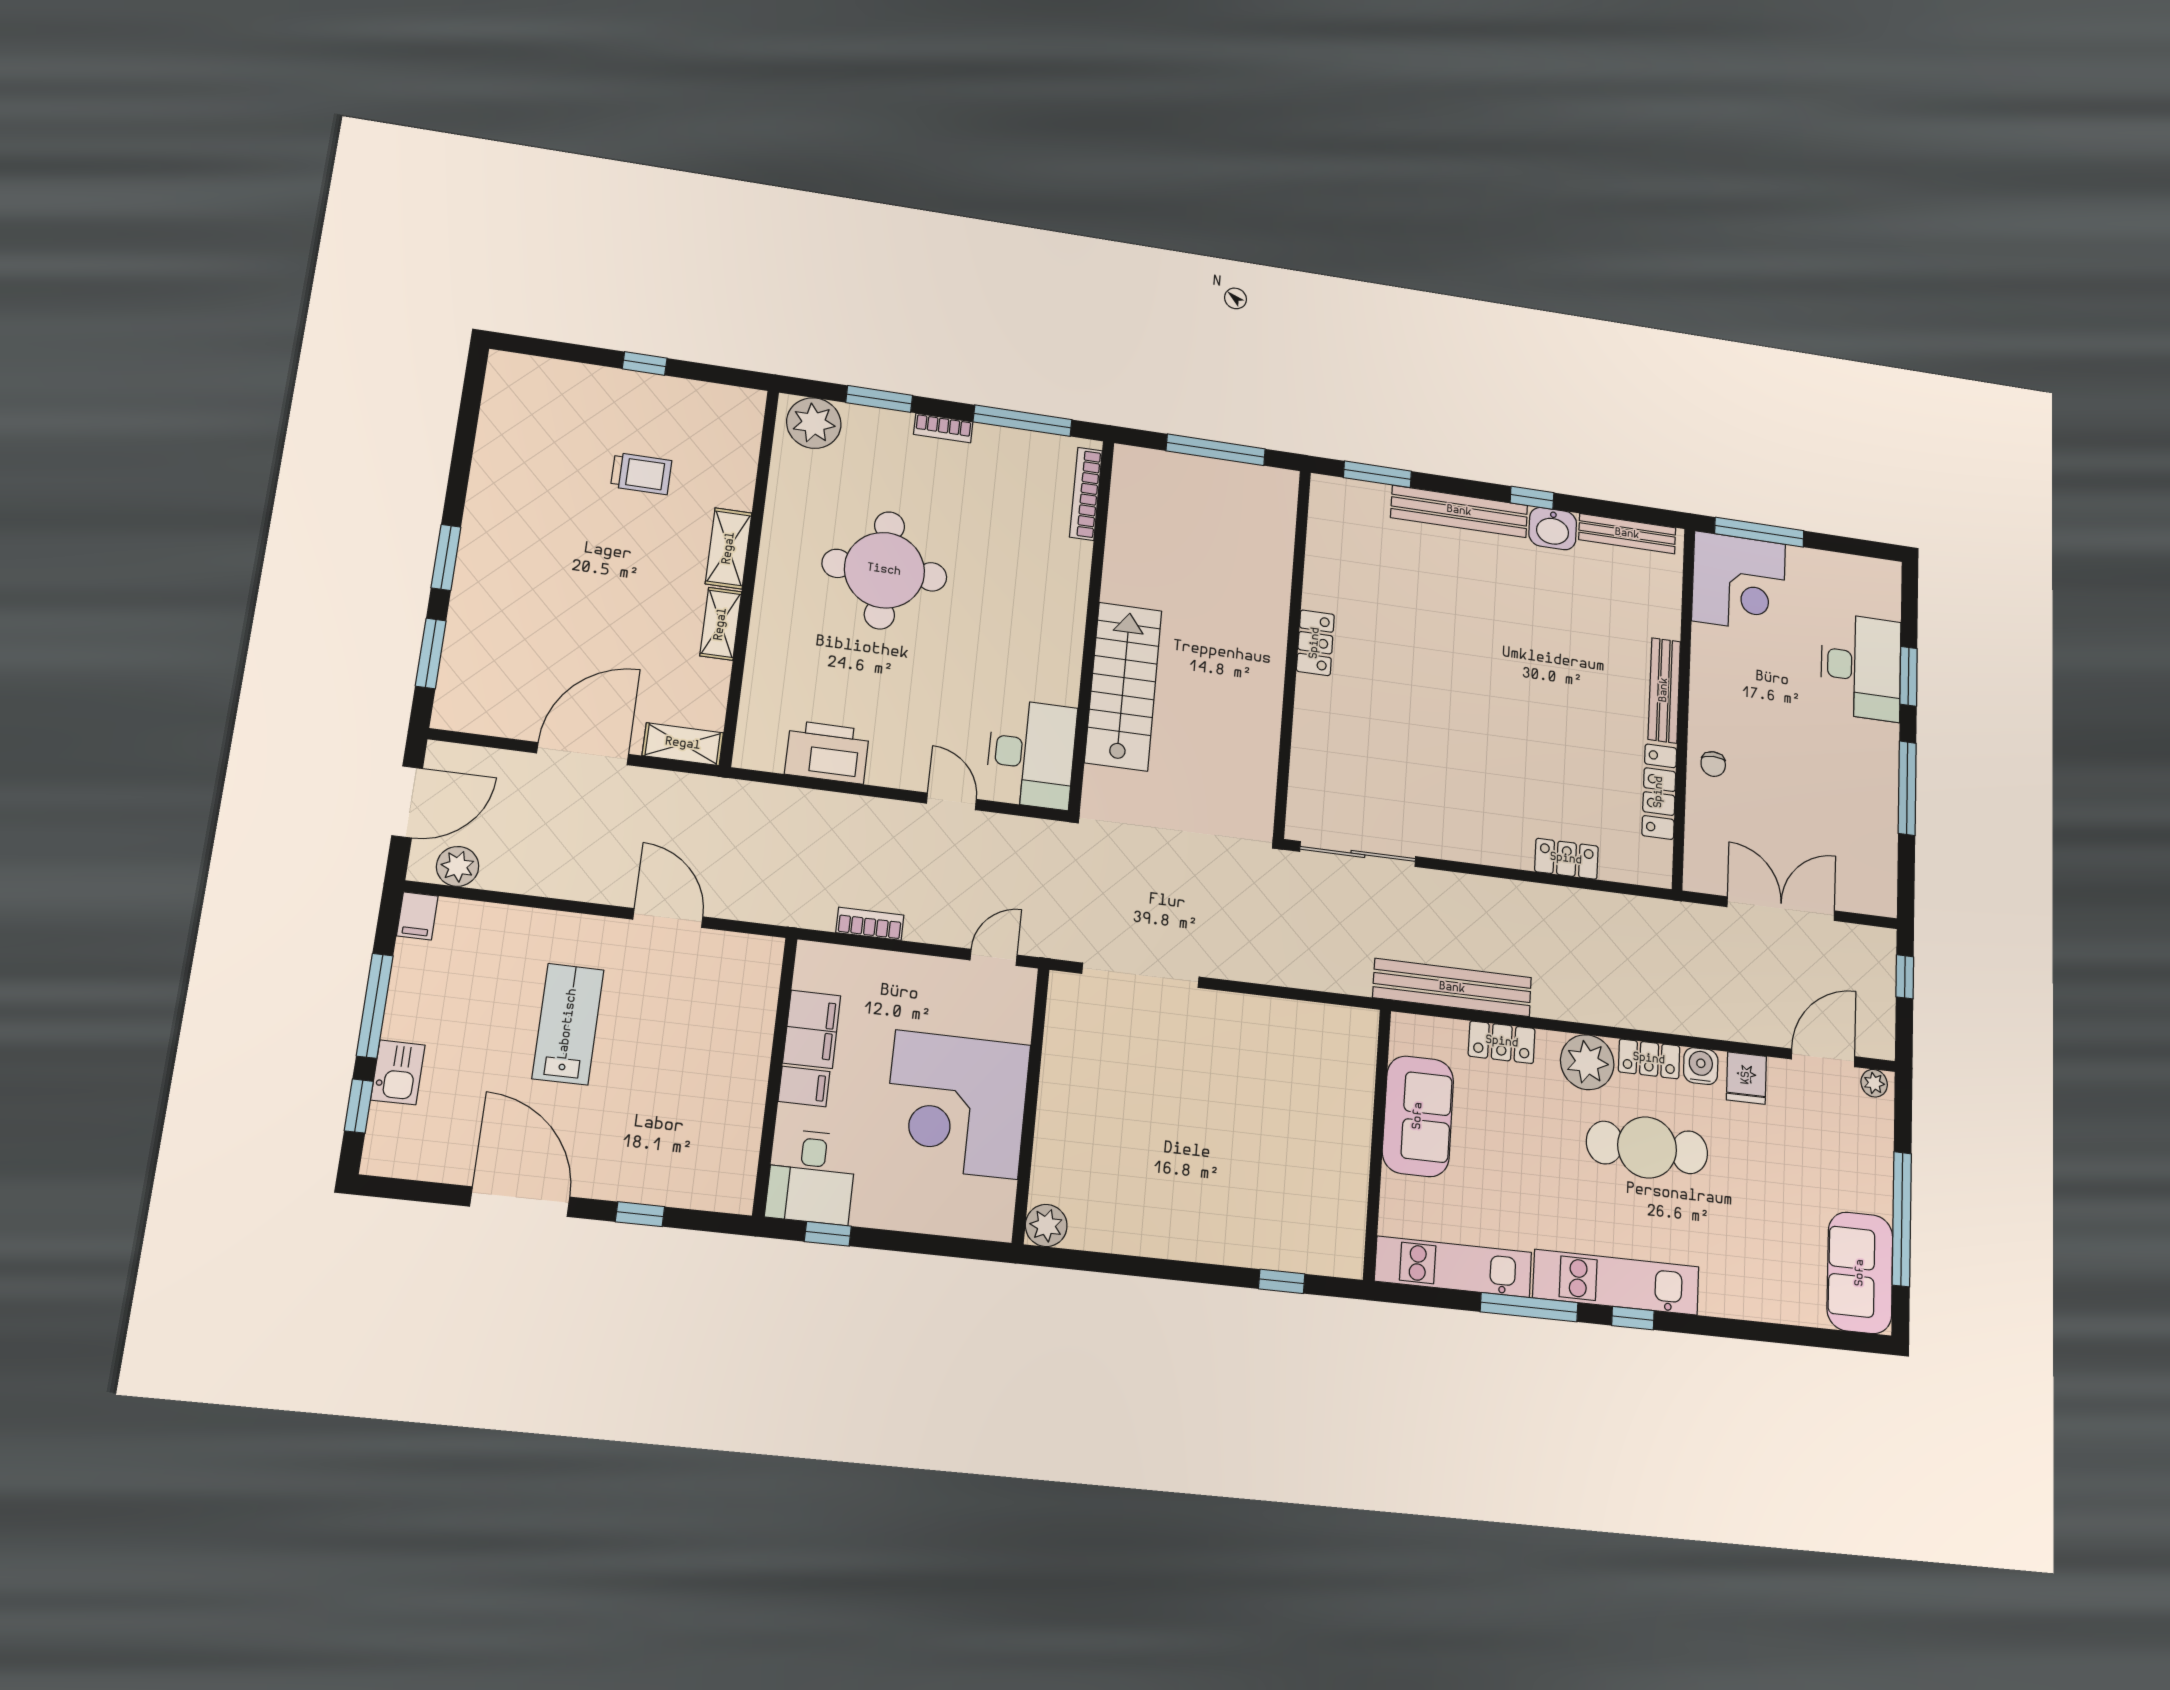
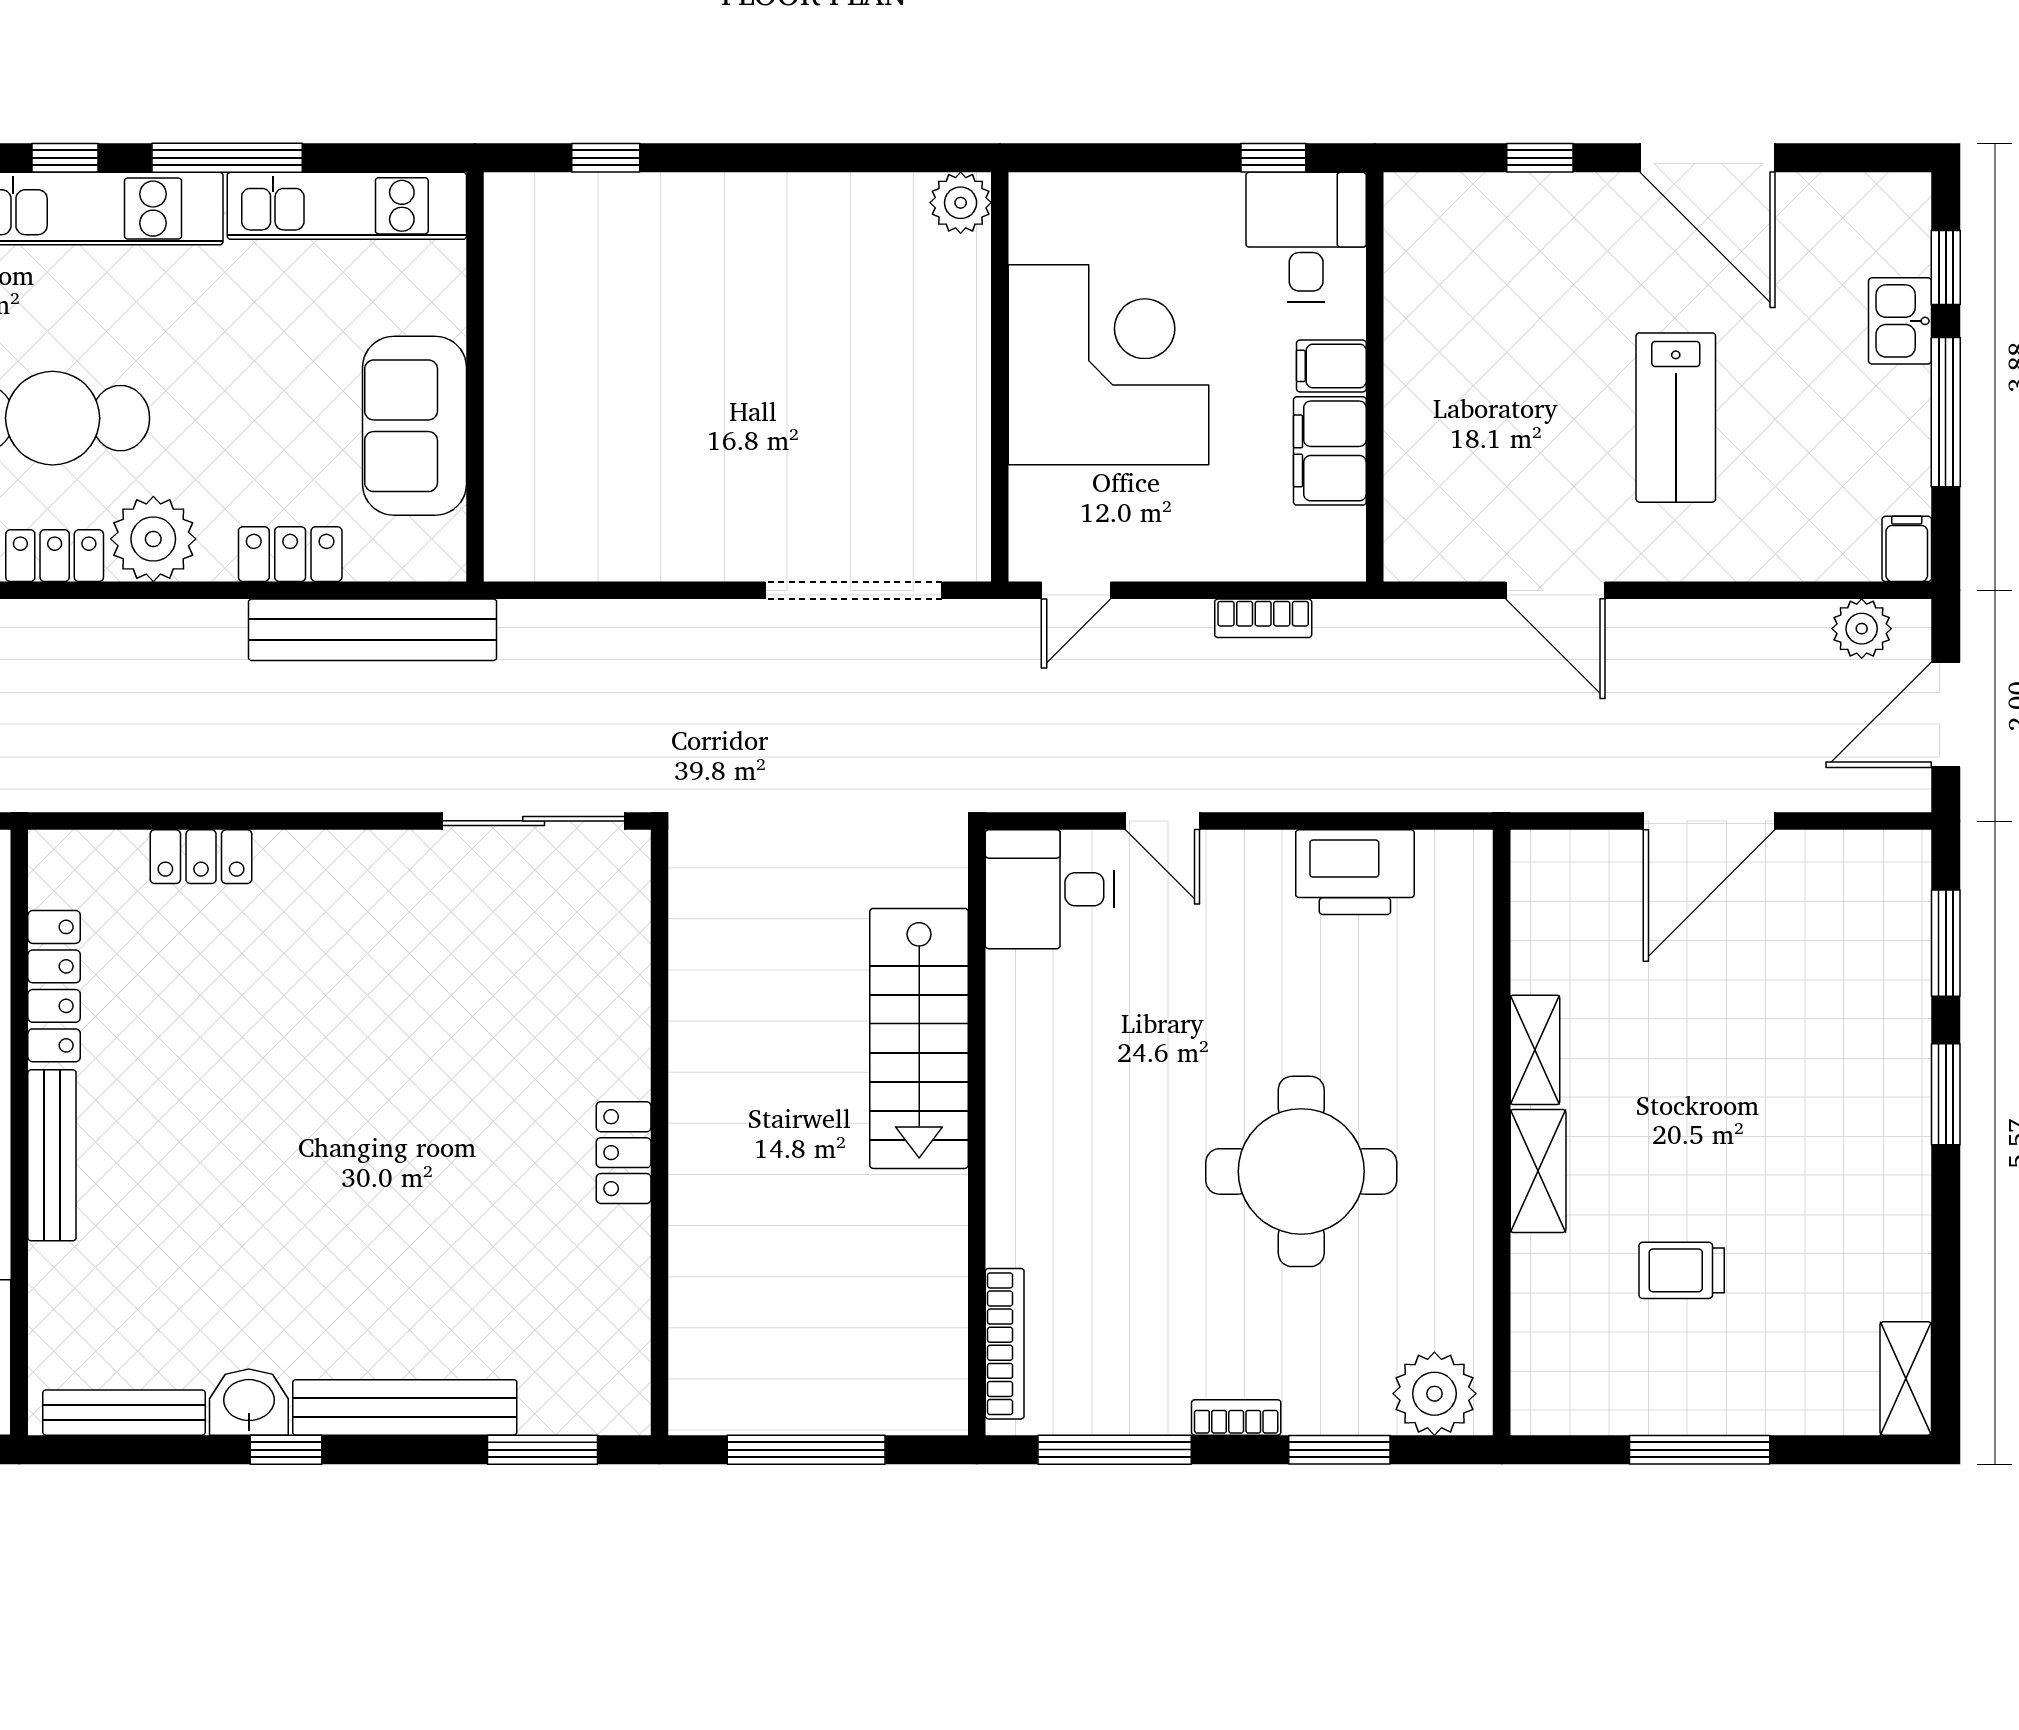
window: (645, 363) -> (1700, 1450), width x2.17
shelving: (683, 744) -> (1906, 1378), moved, turned 90
desk: (1031, 754) -> (1050, 889), width x0.73

